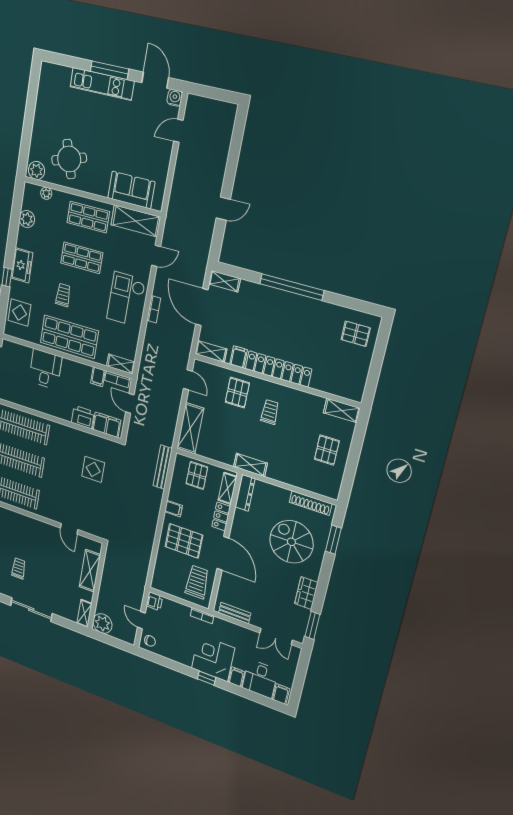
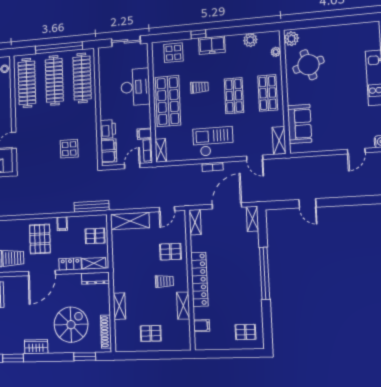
door: (178, 131) -> (356, 151), swing flipped
shelving: (136, 221) -> (279, 140), width x0.67, depth x0.75
pallet: (356, 334) -> (245, 332), turned 90
filing cabinet: (239, 357) -> (202, 326), moved
desk: (45, 369) -> (135, 87), width x1.37
shelving: (342, 410) -> (183, 306), moved
shelving: (250, 465) -> (119, 306), moved

